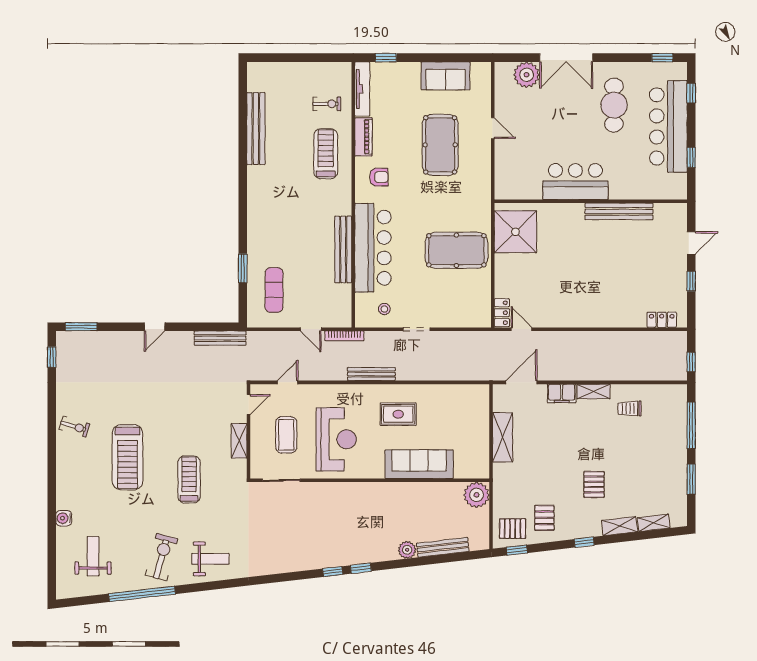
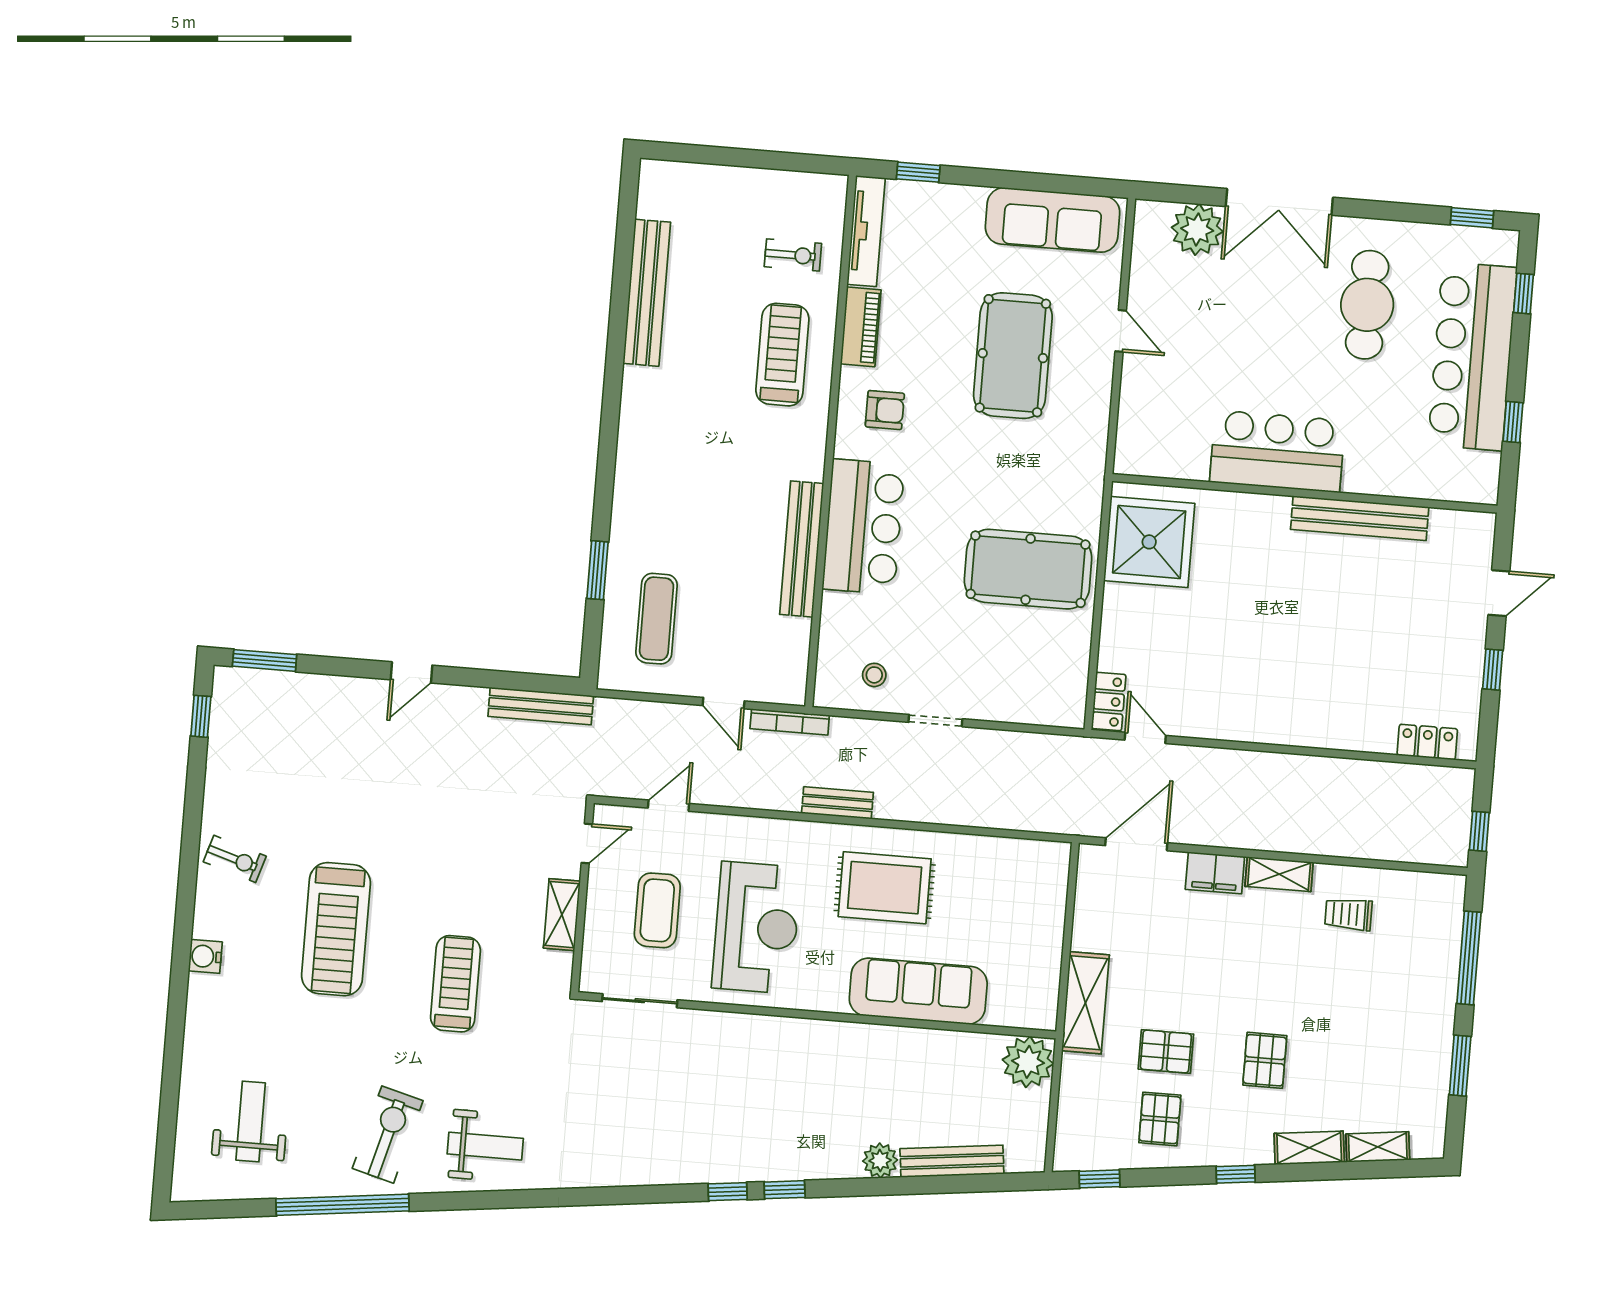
sofa: (446, 76) -> (1053, 220), width x1.36
bar counter: (373, 248) -> (863, 527), width x0.73
bench: (371, 374) -> (837, 803), width x0.73
rug: (398, 414) -> (885, 888), width x1.36, depth x1.43
shelving: (503, 437) -> (1085, 1003), moved
water cooler: (64, 518) -> (205, 956), moved
pallet: (513, 529) -> (1166, 1052), moved

